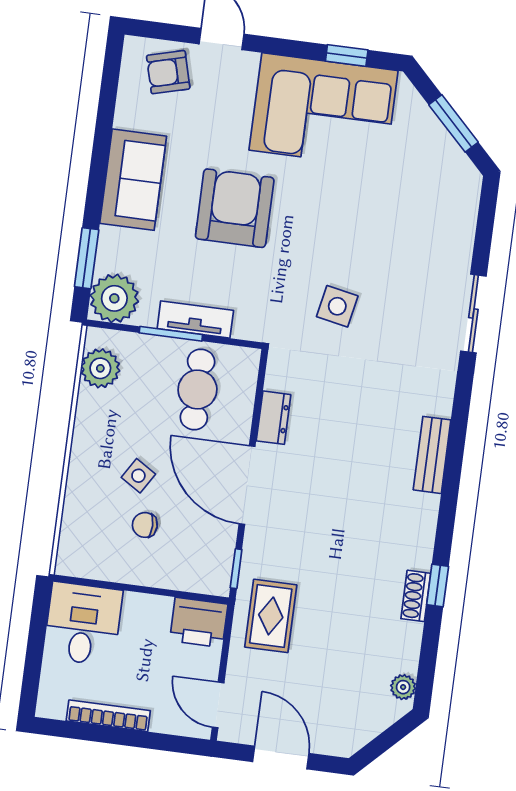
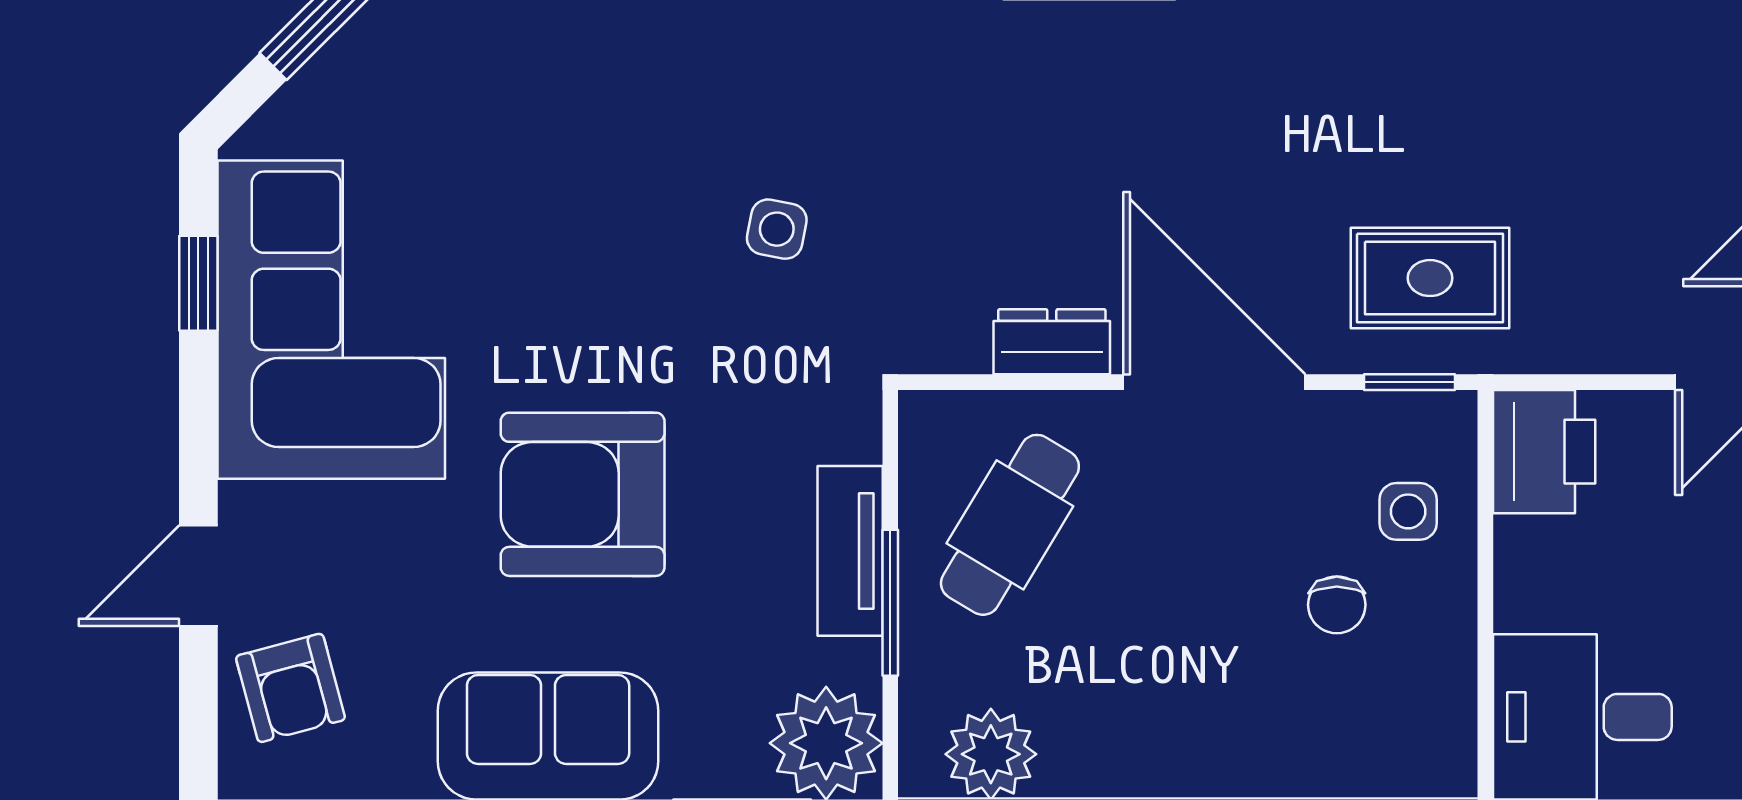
side table: (337, 306) -> (777, 229), width x0.73, depth x0.73
cafe table: (197, 389) -> (1010, 525), turned -59
side table: (138, 476) -> (1408, 511), moved, turned -32
door: (247, 485) -> (1214, 382), swing flipped
rug: (271, 616) -> (1430, 278), moved

